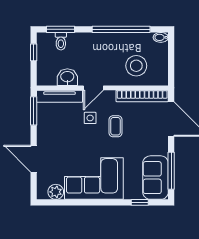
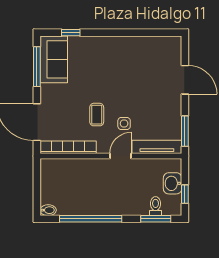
stool: (136, 66) -> (74, 180), removed
washbasin: (67, 77) -> (173, 183), moved, turned 90
corner sofa: (94, 179) -> (120, 58), removed
plant: (56, 192) -> (161, 44), removed

